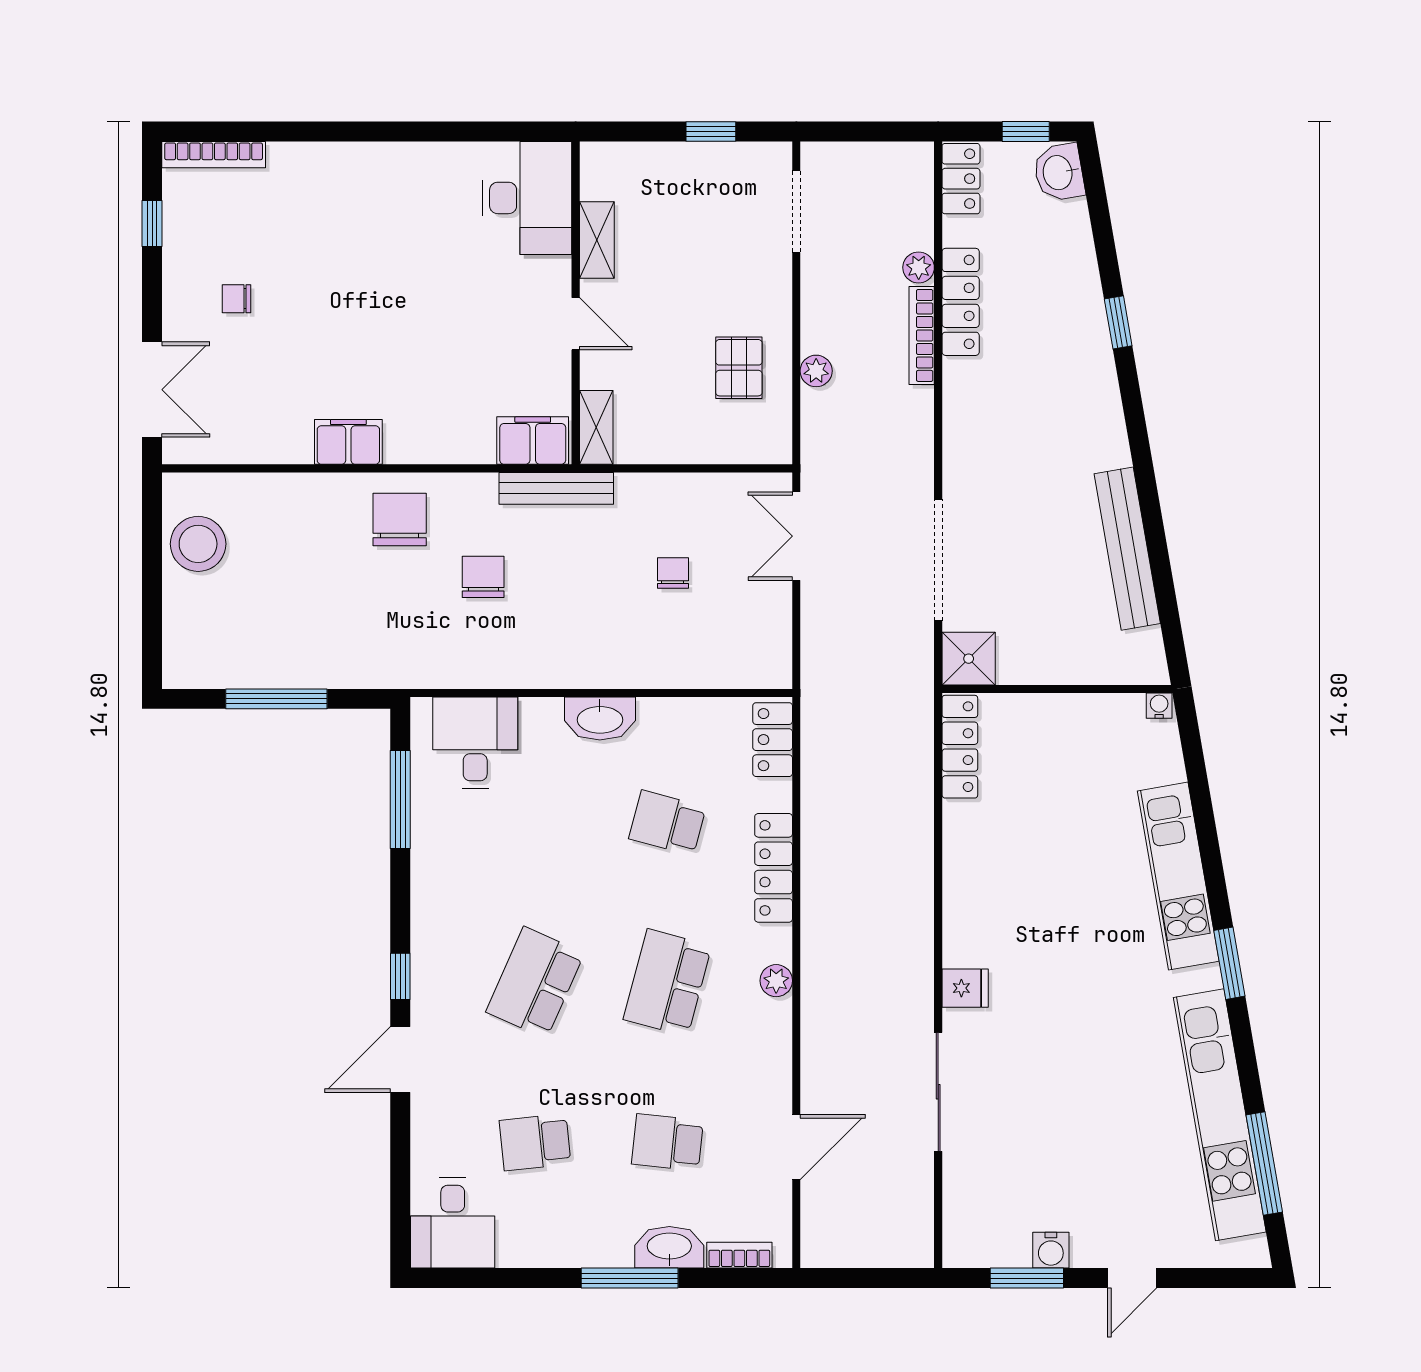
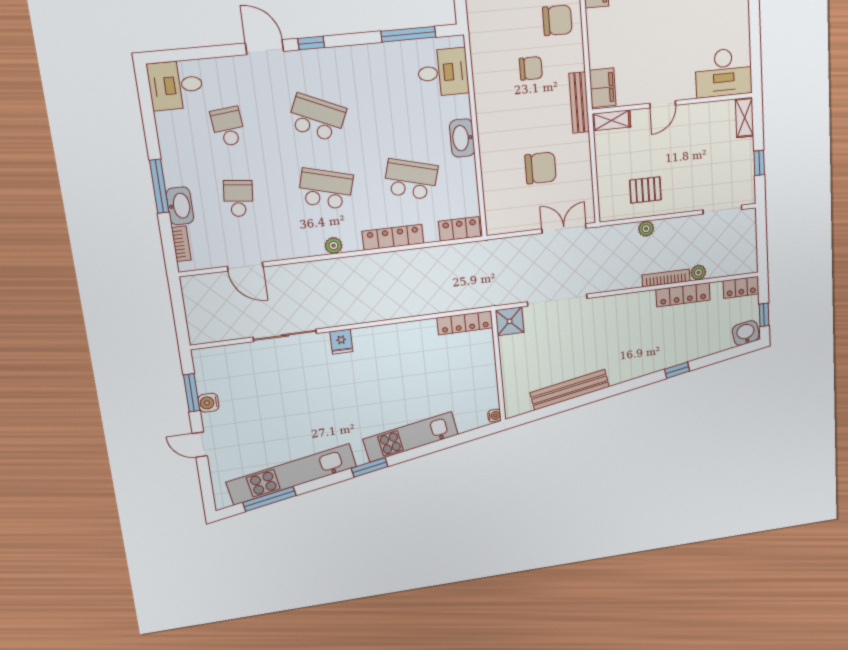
shelving: (597, 240) -> (745, 118), moved, turned 90
chair: (673, 573) -> (541, 168), width x1.87, depth x1.87
school desk: (667, 823) -> (411, 179), width x1.85

